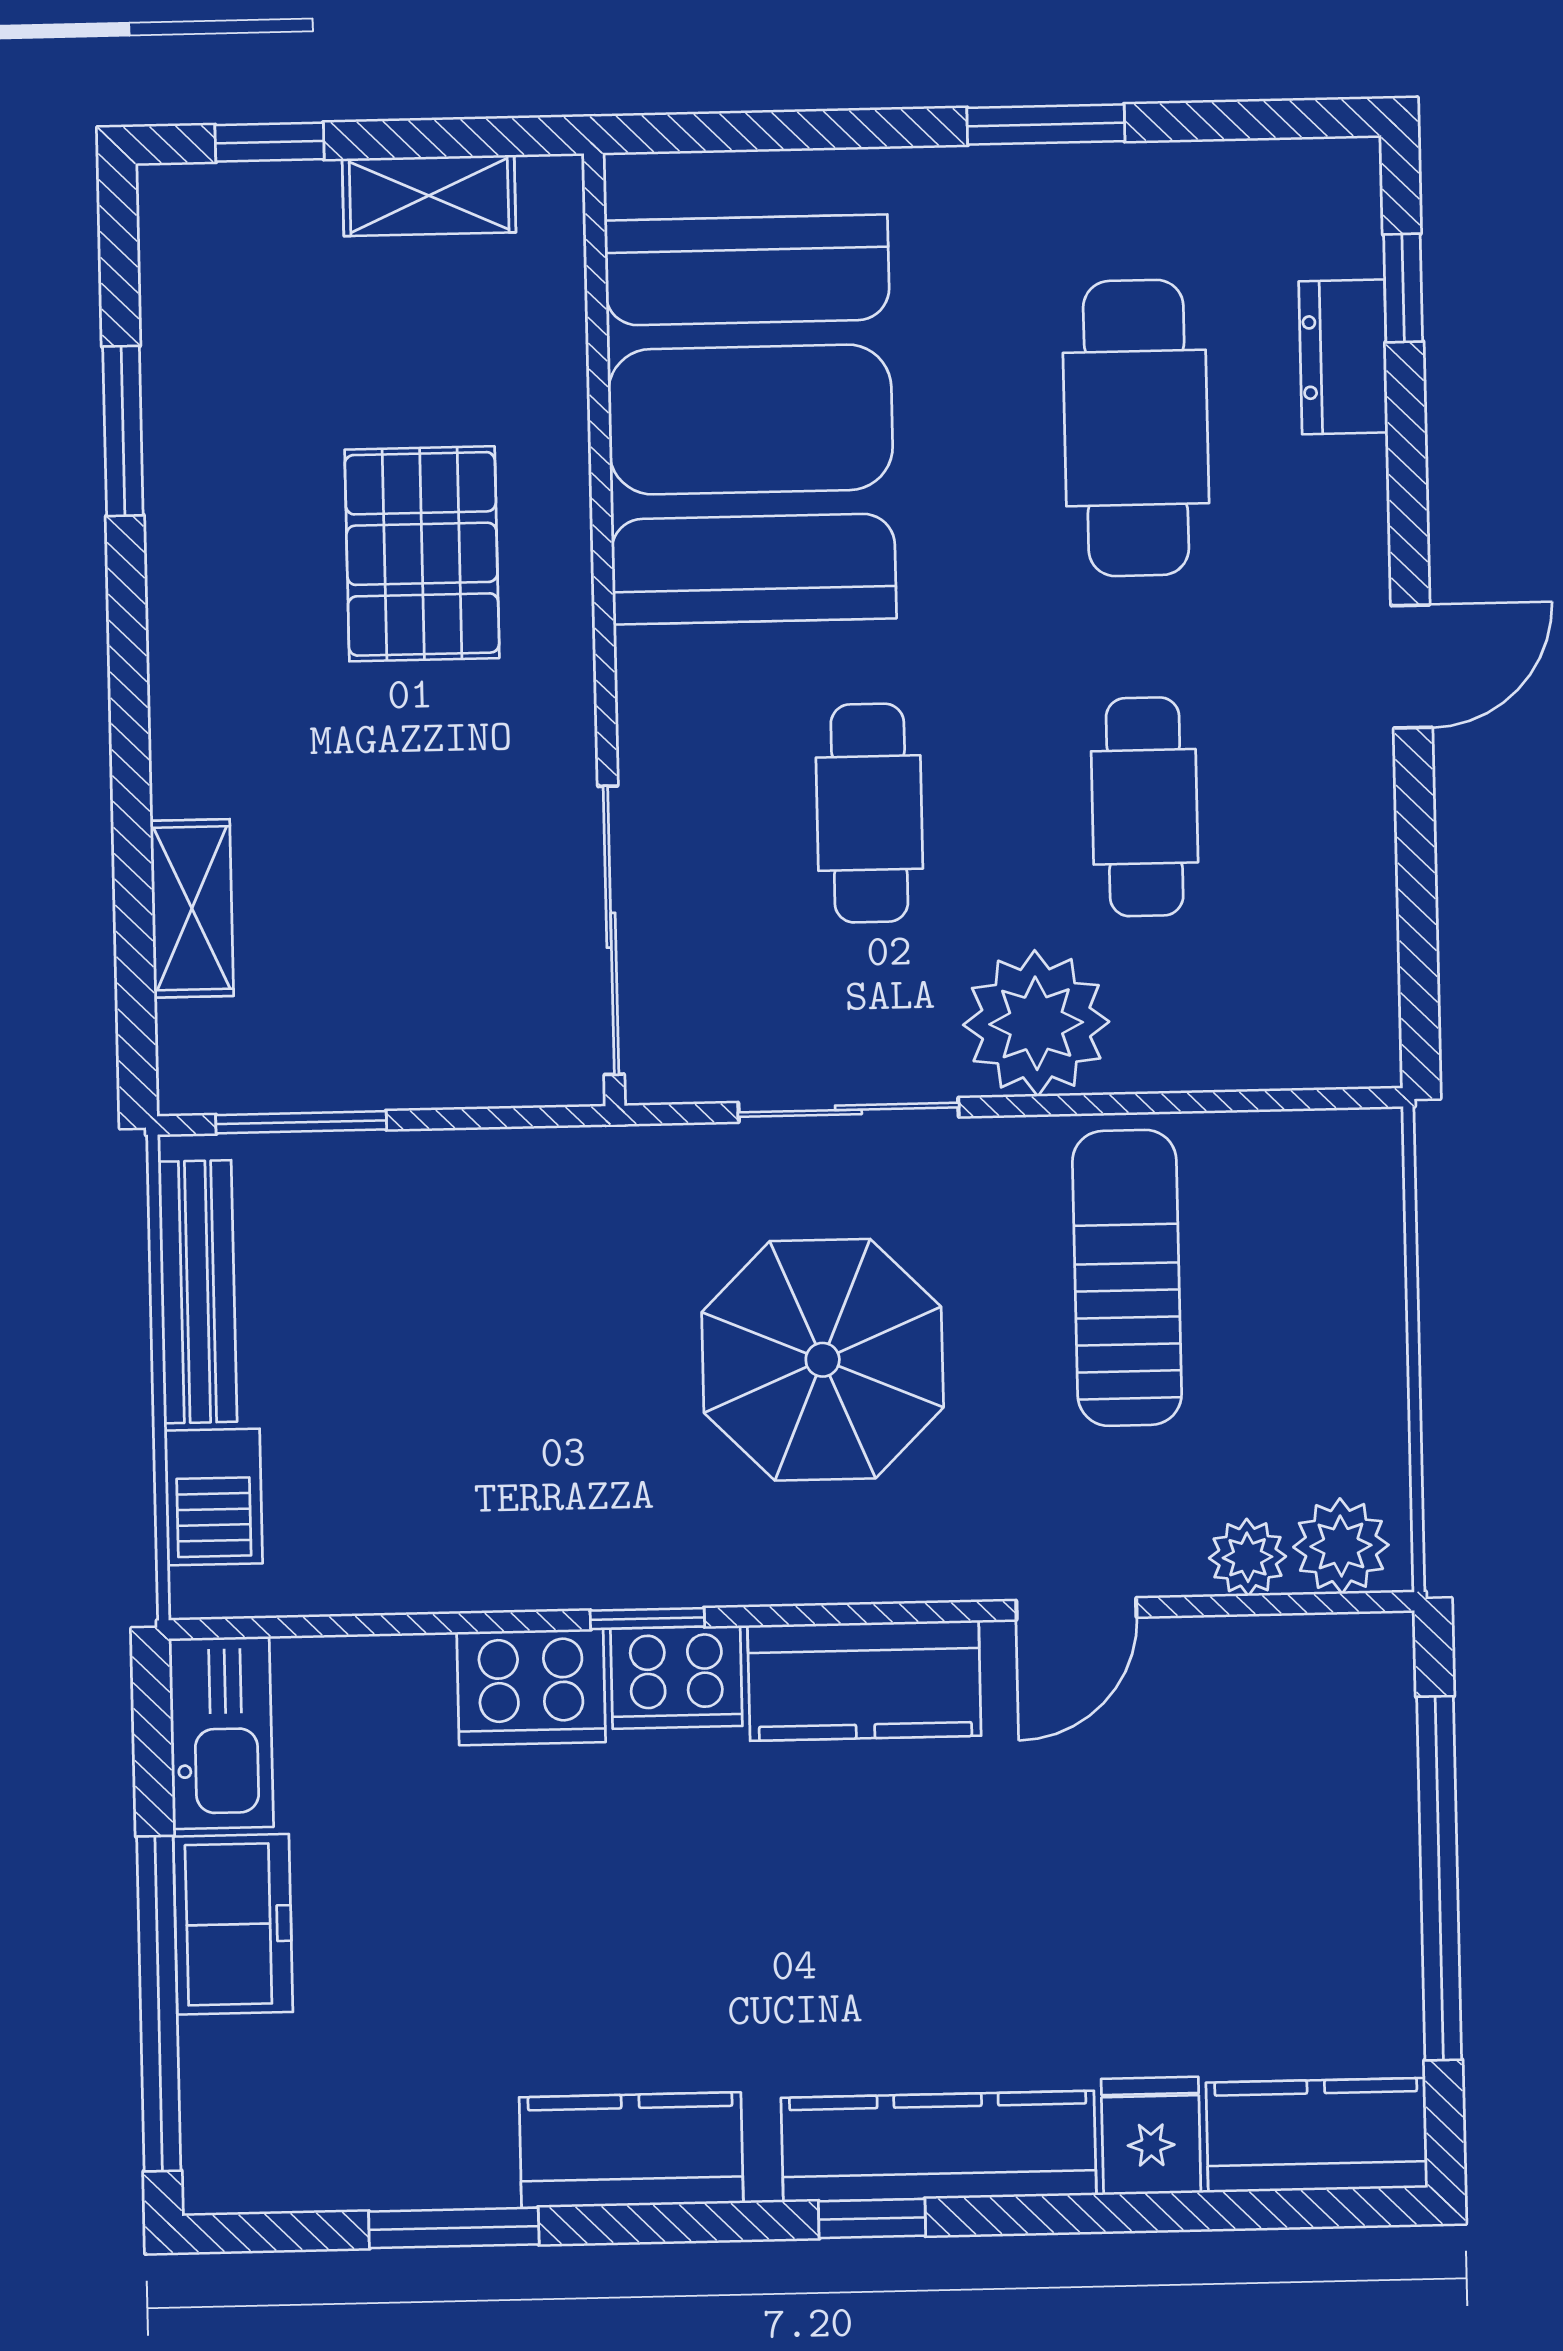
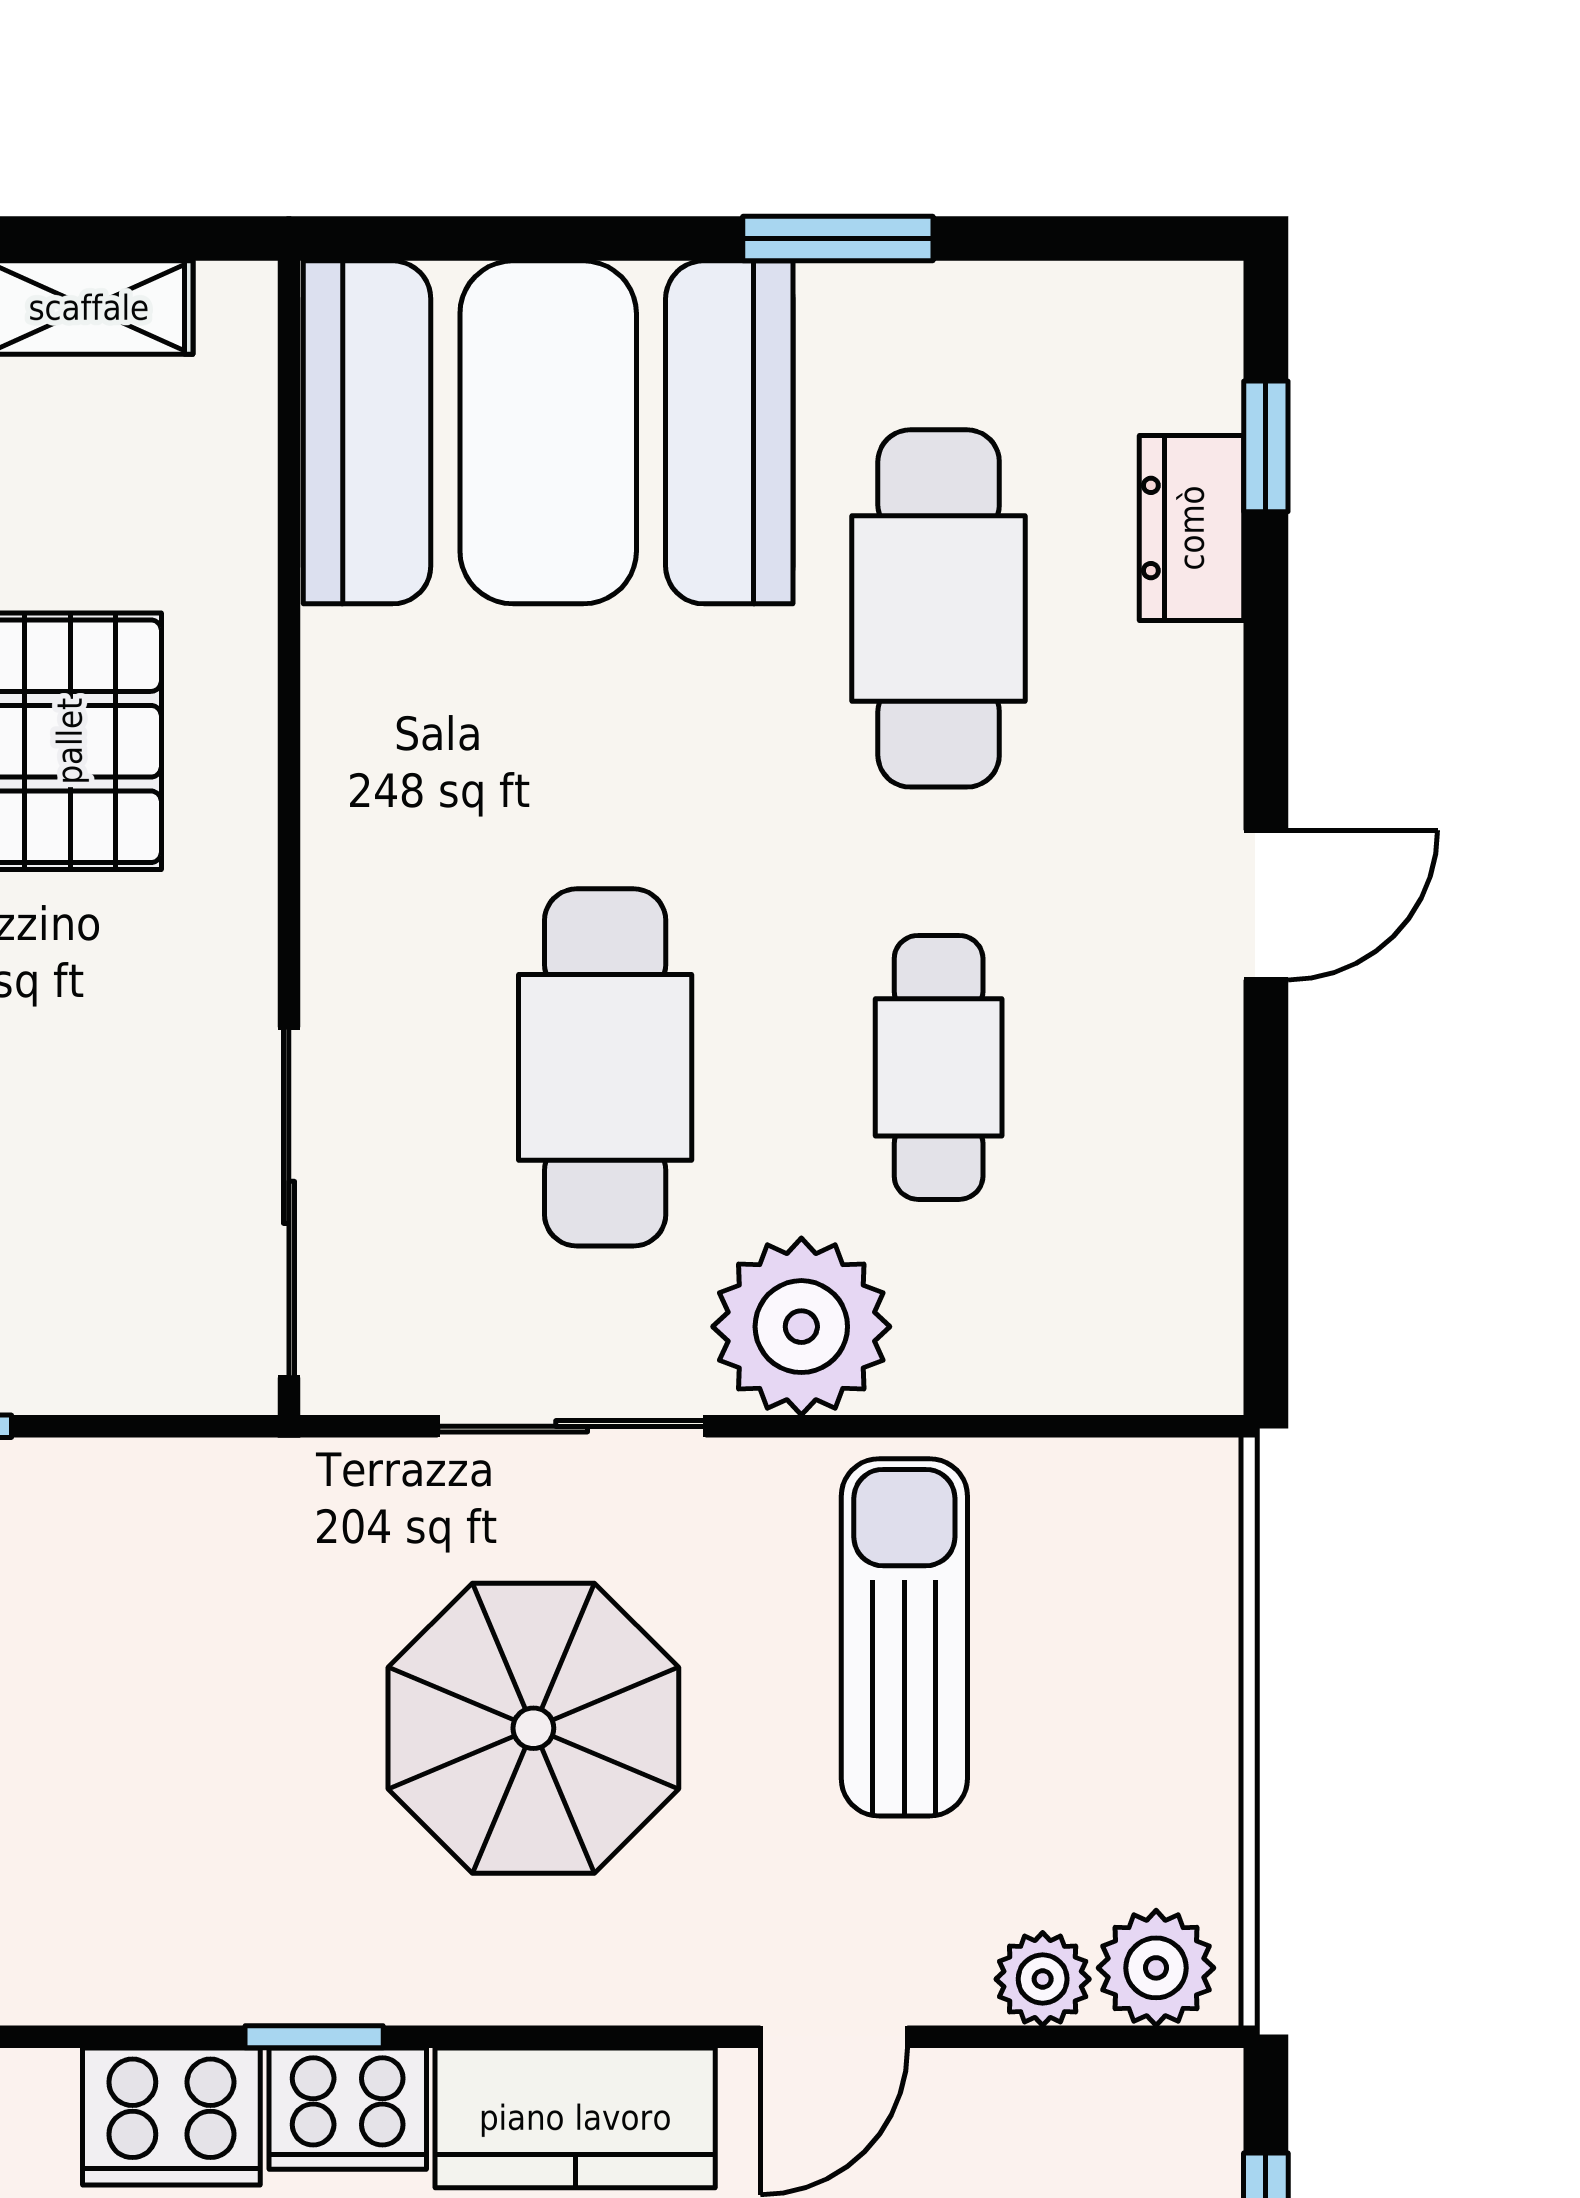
booth: (750, 420) -> (548, 432), moved, turned 90
cafe table: (869, 813) -> (605, 1067), width x1.37, depth x1.35

